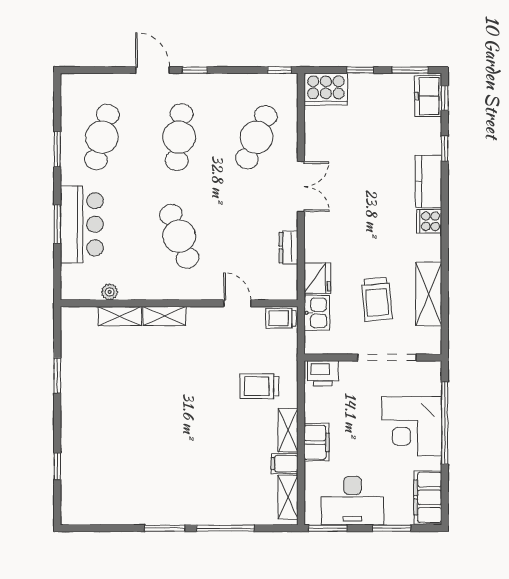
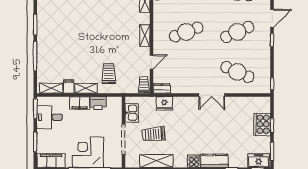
cooker: (326, 89) -> (262, 124), moved
cafe table: (179, 137) -> (237, 32), turned -30
dresser: (288, 248) -> (162, 88), moved
kitchen sink: (317, 313) -> (132, 113), moved, turned -90
shelving: (164, 316) -> (145, 35), moved
printer: (323, 373) -> (98, 103), moved, turned -90
desk: (352, 501) -> (49, 117), width x0.73

